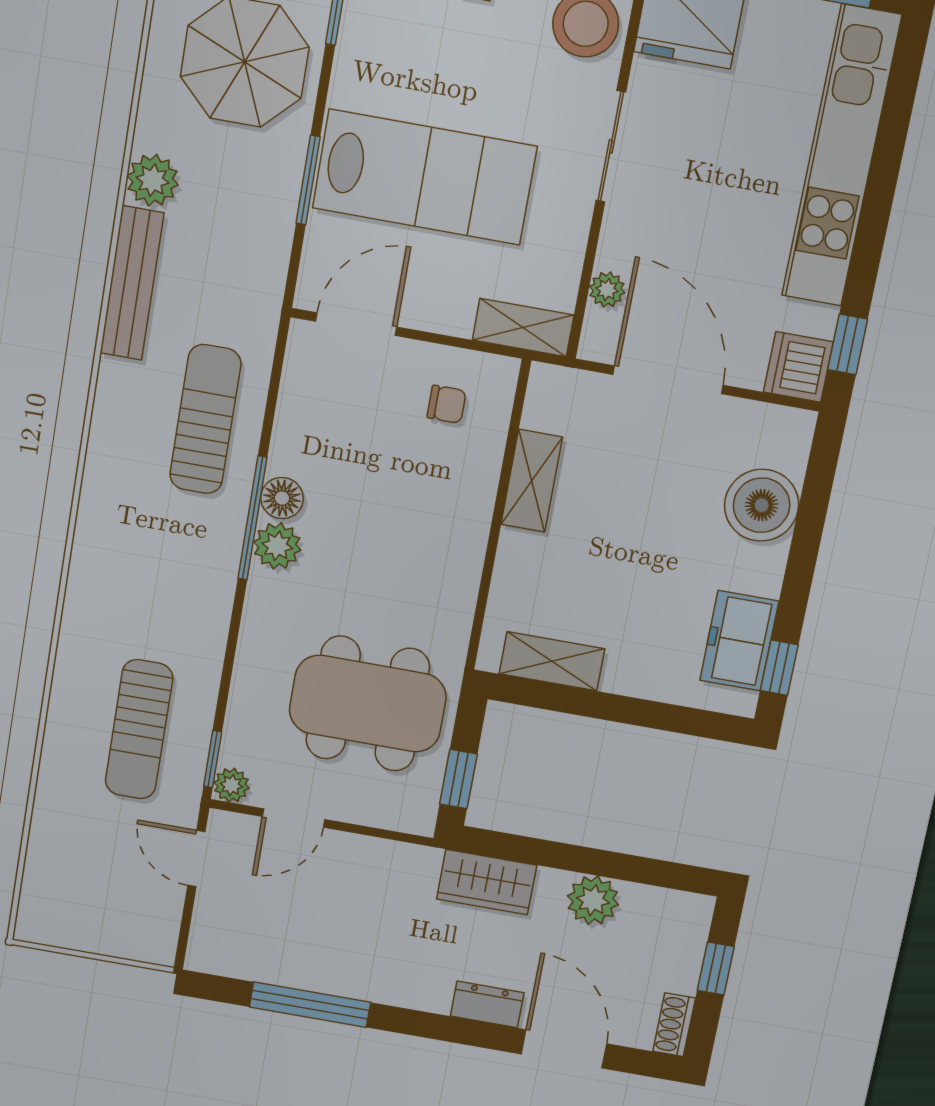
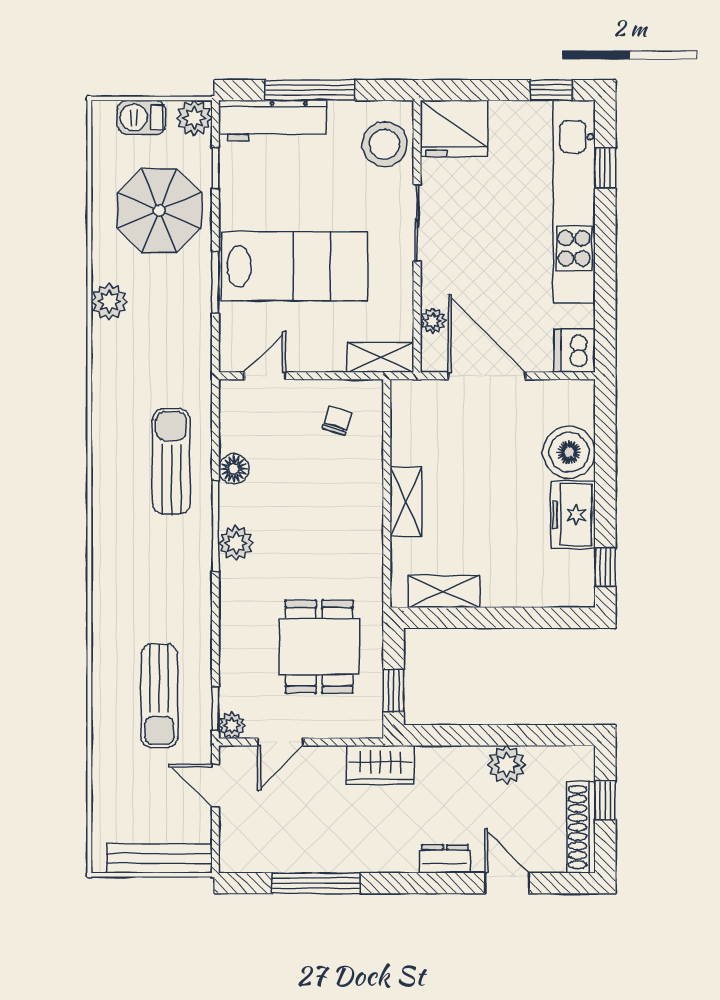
bench: (132, 283) -> (159, 858), moved, turned 90
door: (356, 324) -> (265, 376), width x0.73
window: (848, 344) -> (605, 168), moved
chair: (447, 404) -> (337, 420), turned -73
shelving: (532, 481) -> (406, 502), moved
floor lamp: (282, 498) -> (234, 469), moved
freezer: (739, 641) -> (573, 515), moved
dining table: (368, 704) -> (319, 647), width x0.73
wardrobe: (487, 882) -> (380, 765), moved
shoe rack: (674, 1025) -> (581, 827), width x1.94, depth x1.24
door: (564, 1049) -> (507, 883), width x0.73

